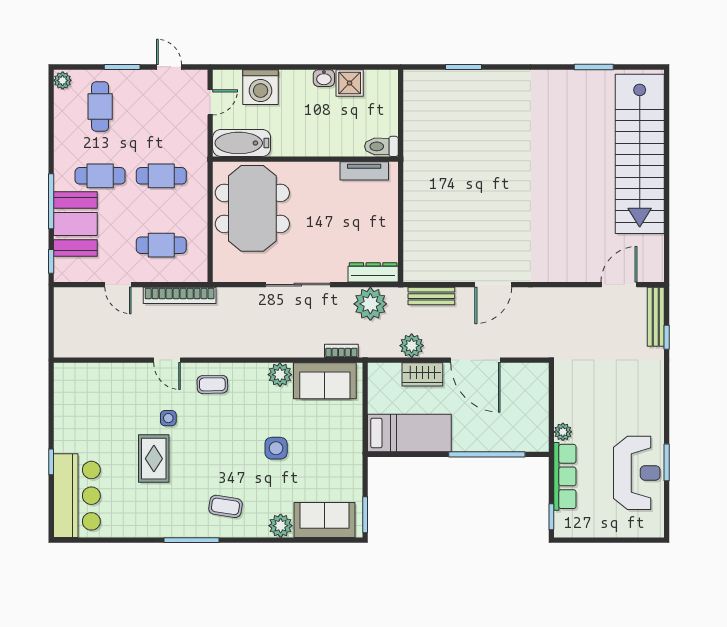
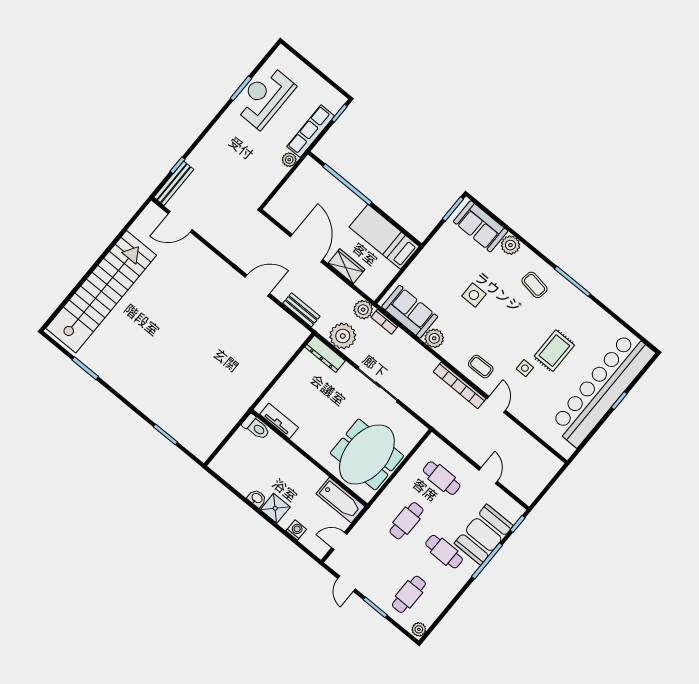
shower: (350, 83) -> (275, 508), moved
washing machine: (261, 87) -> (296, 530), width x0.53, depth x0.53
cafe table: (161, 176) -> (406, 521), turned 90
bookcase: (180, 295) -> (460, 385), moved, turned 180
plant: (412, 346) -> (363, 310), moved
bar counter: (77, 496) -> (602, 389), width x1.86

